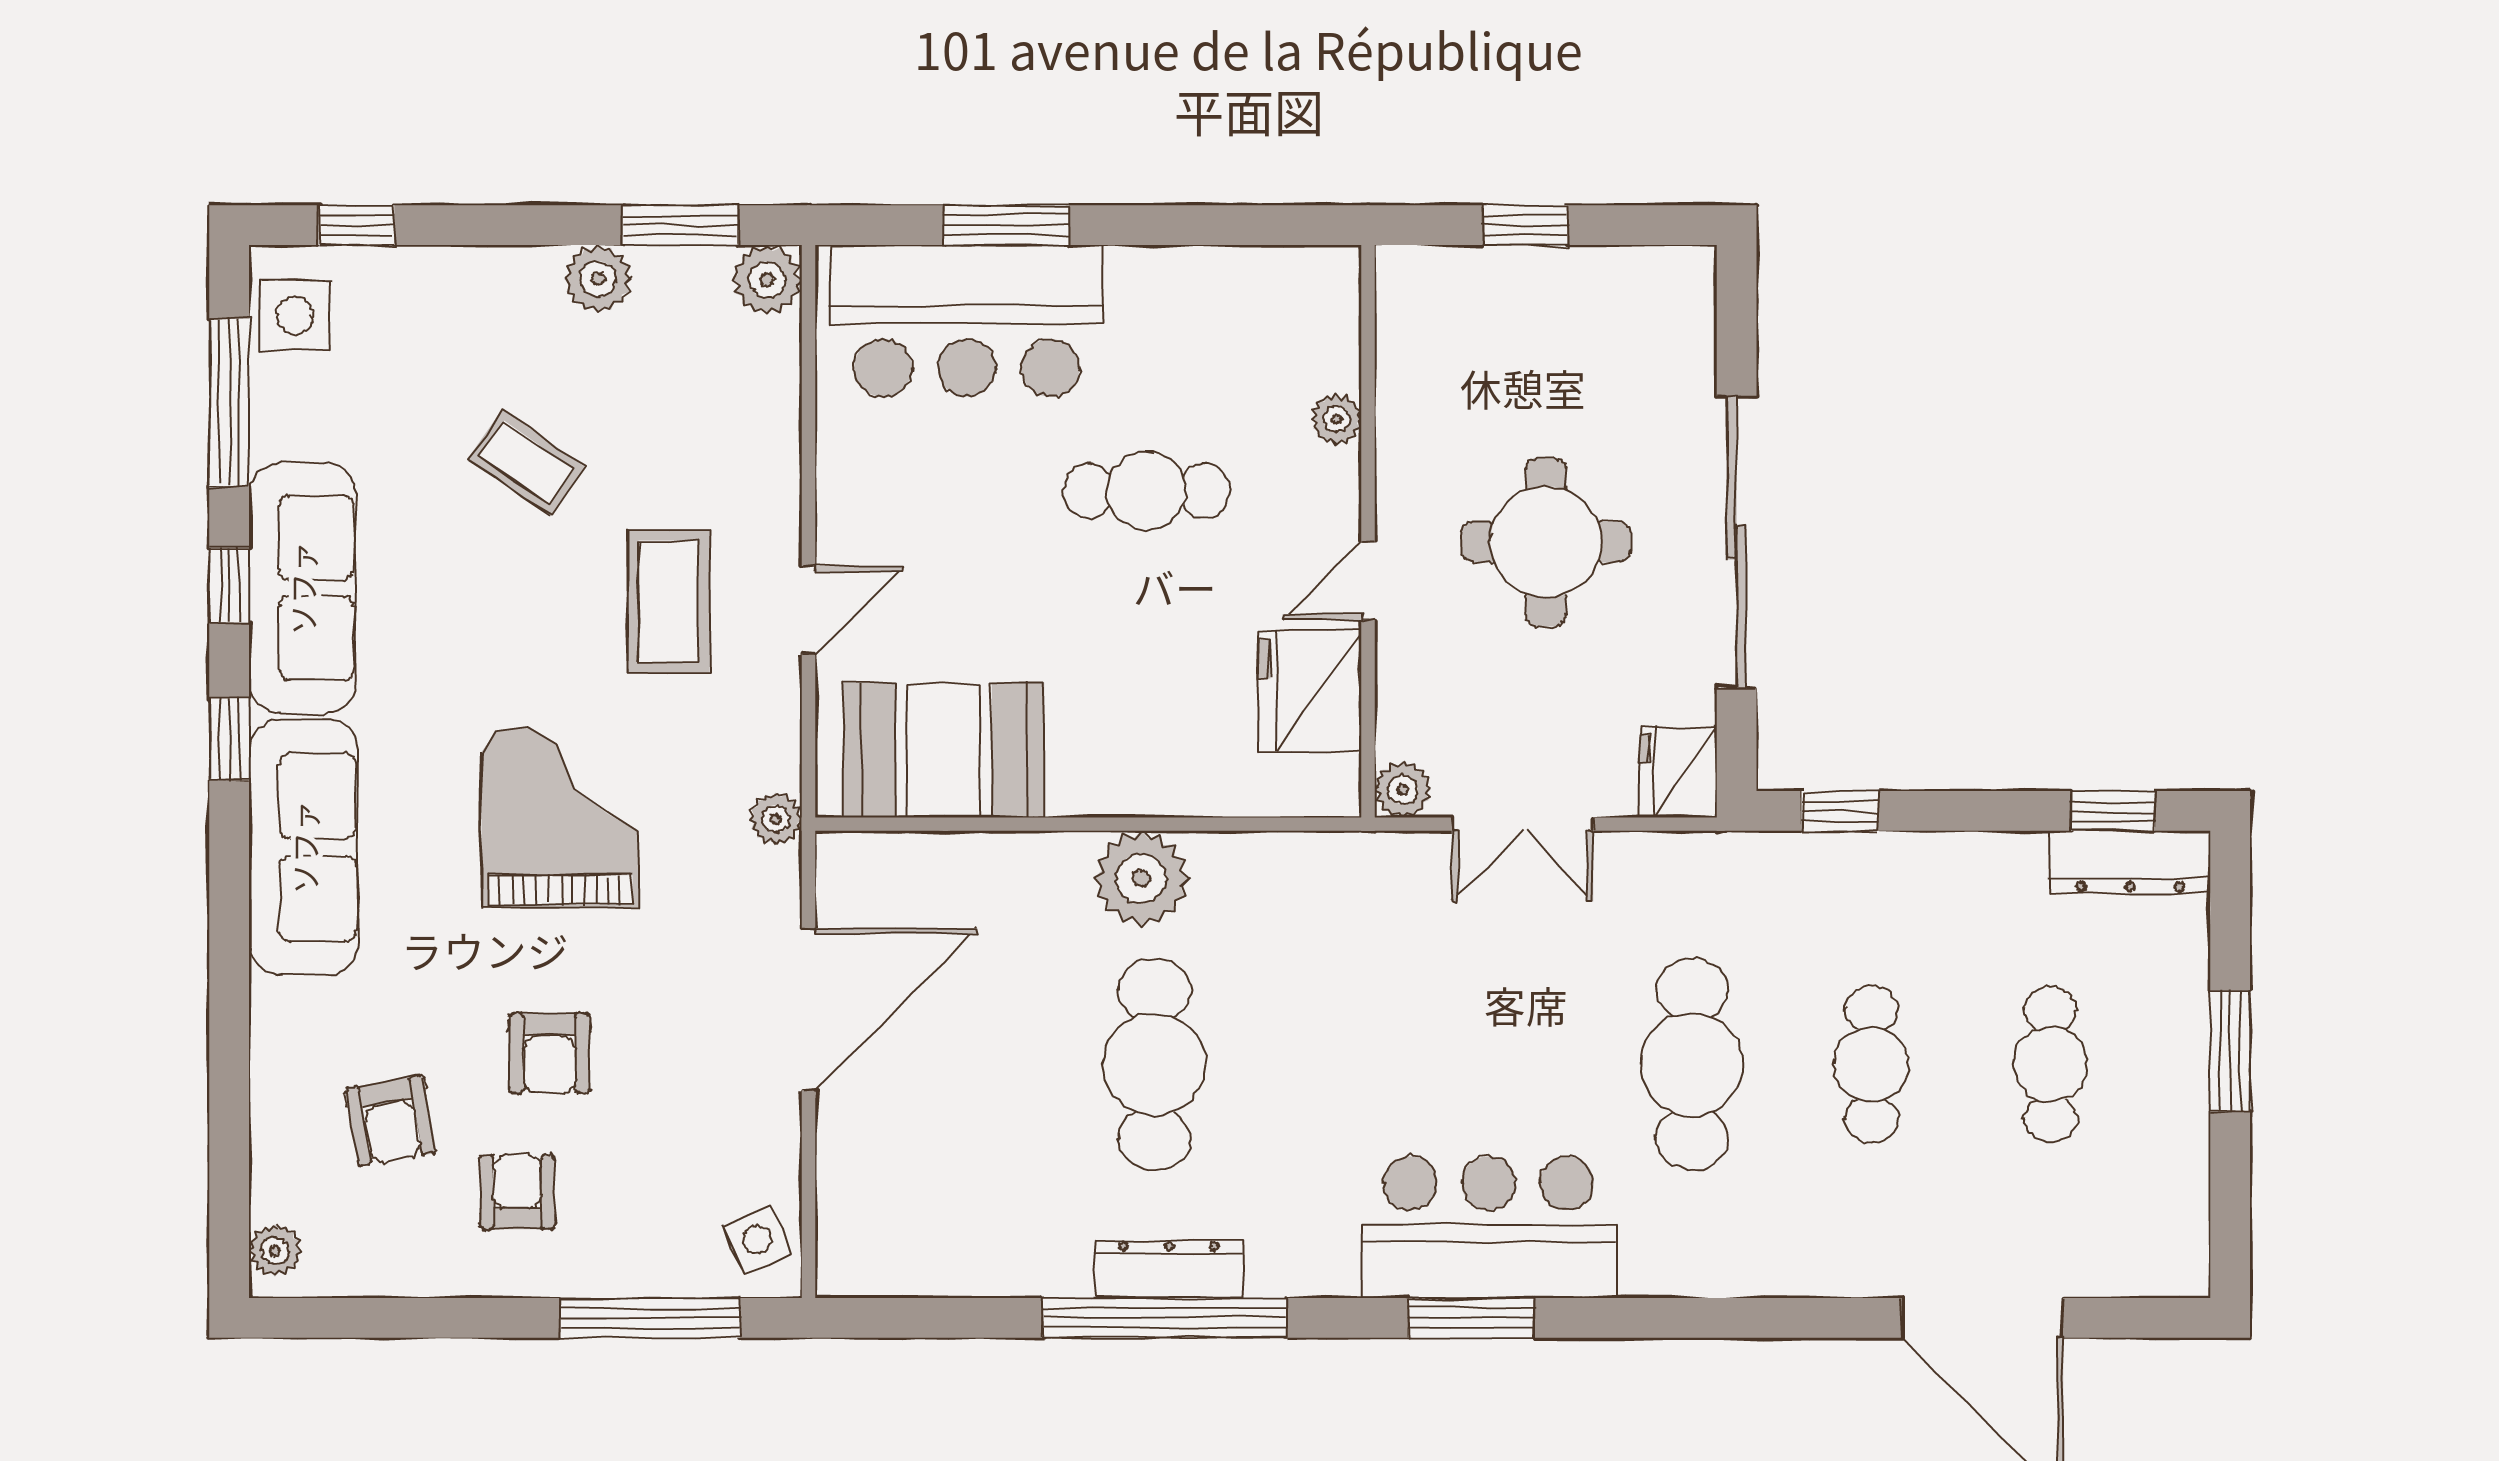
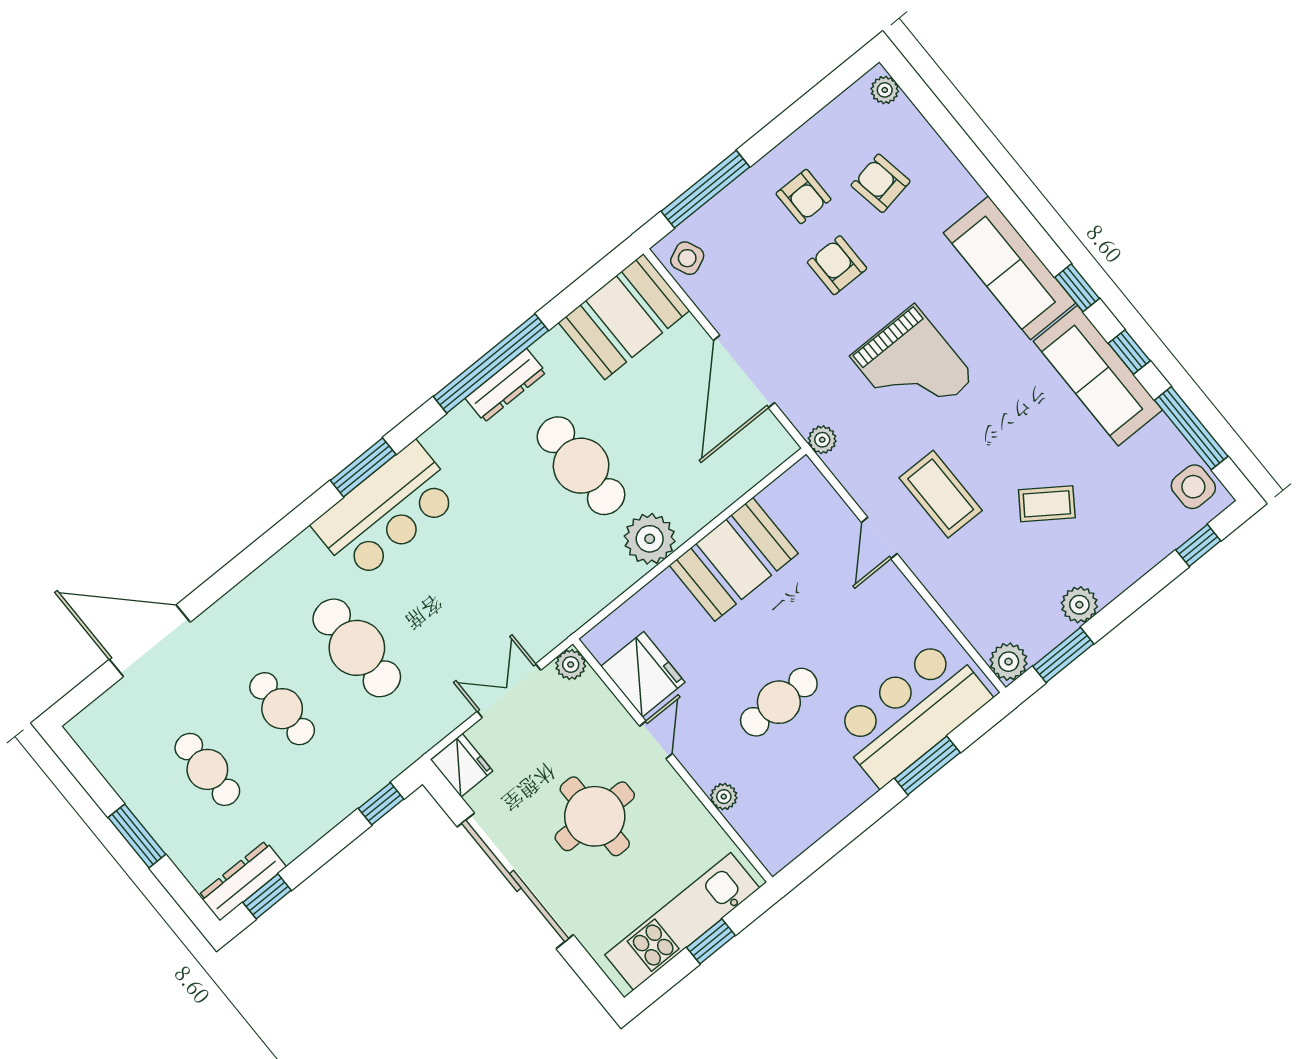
kitchen unit: (1543, 288) -> (682, 921), added
booth: (944, 750) -> (734, 559), moved
booth: (917, 1229) -> (624, 317), added

